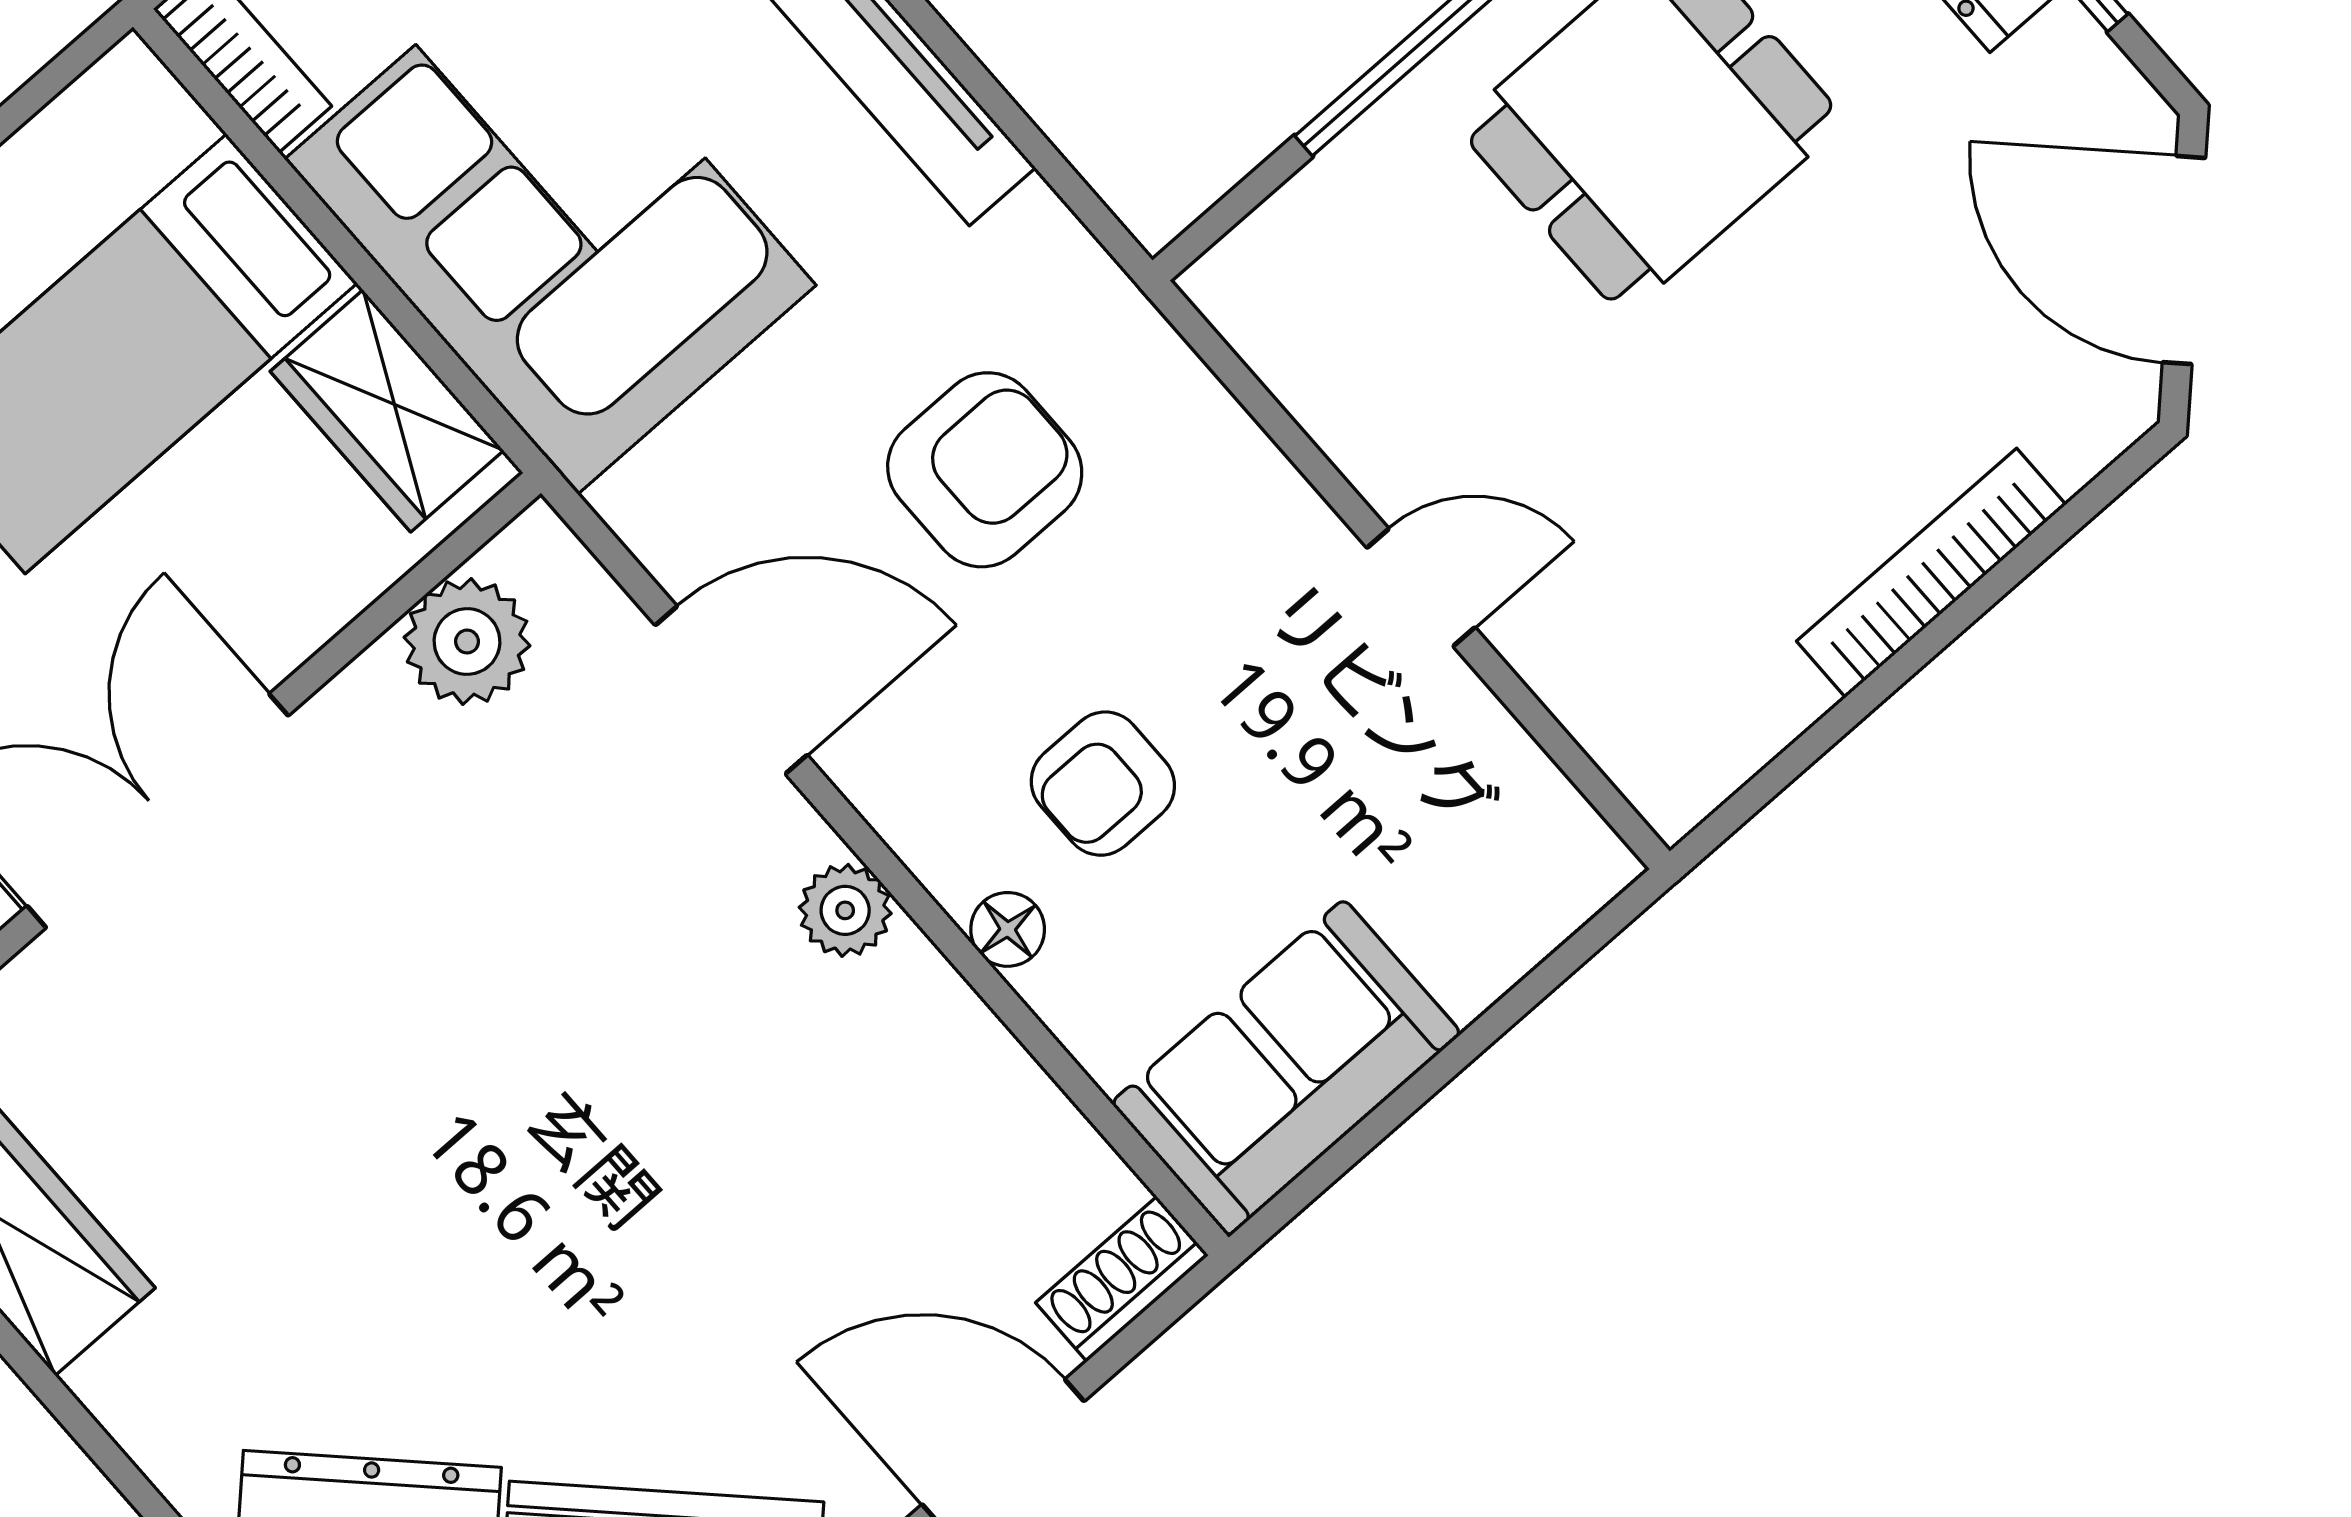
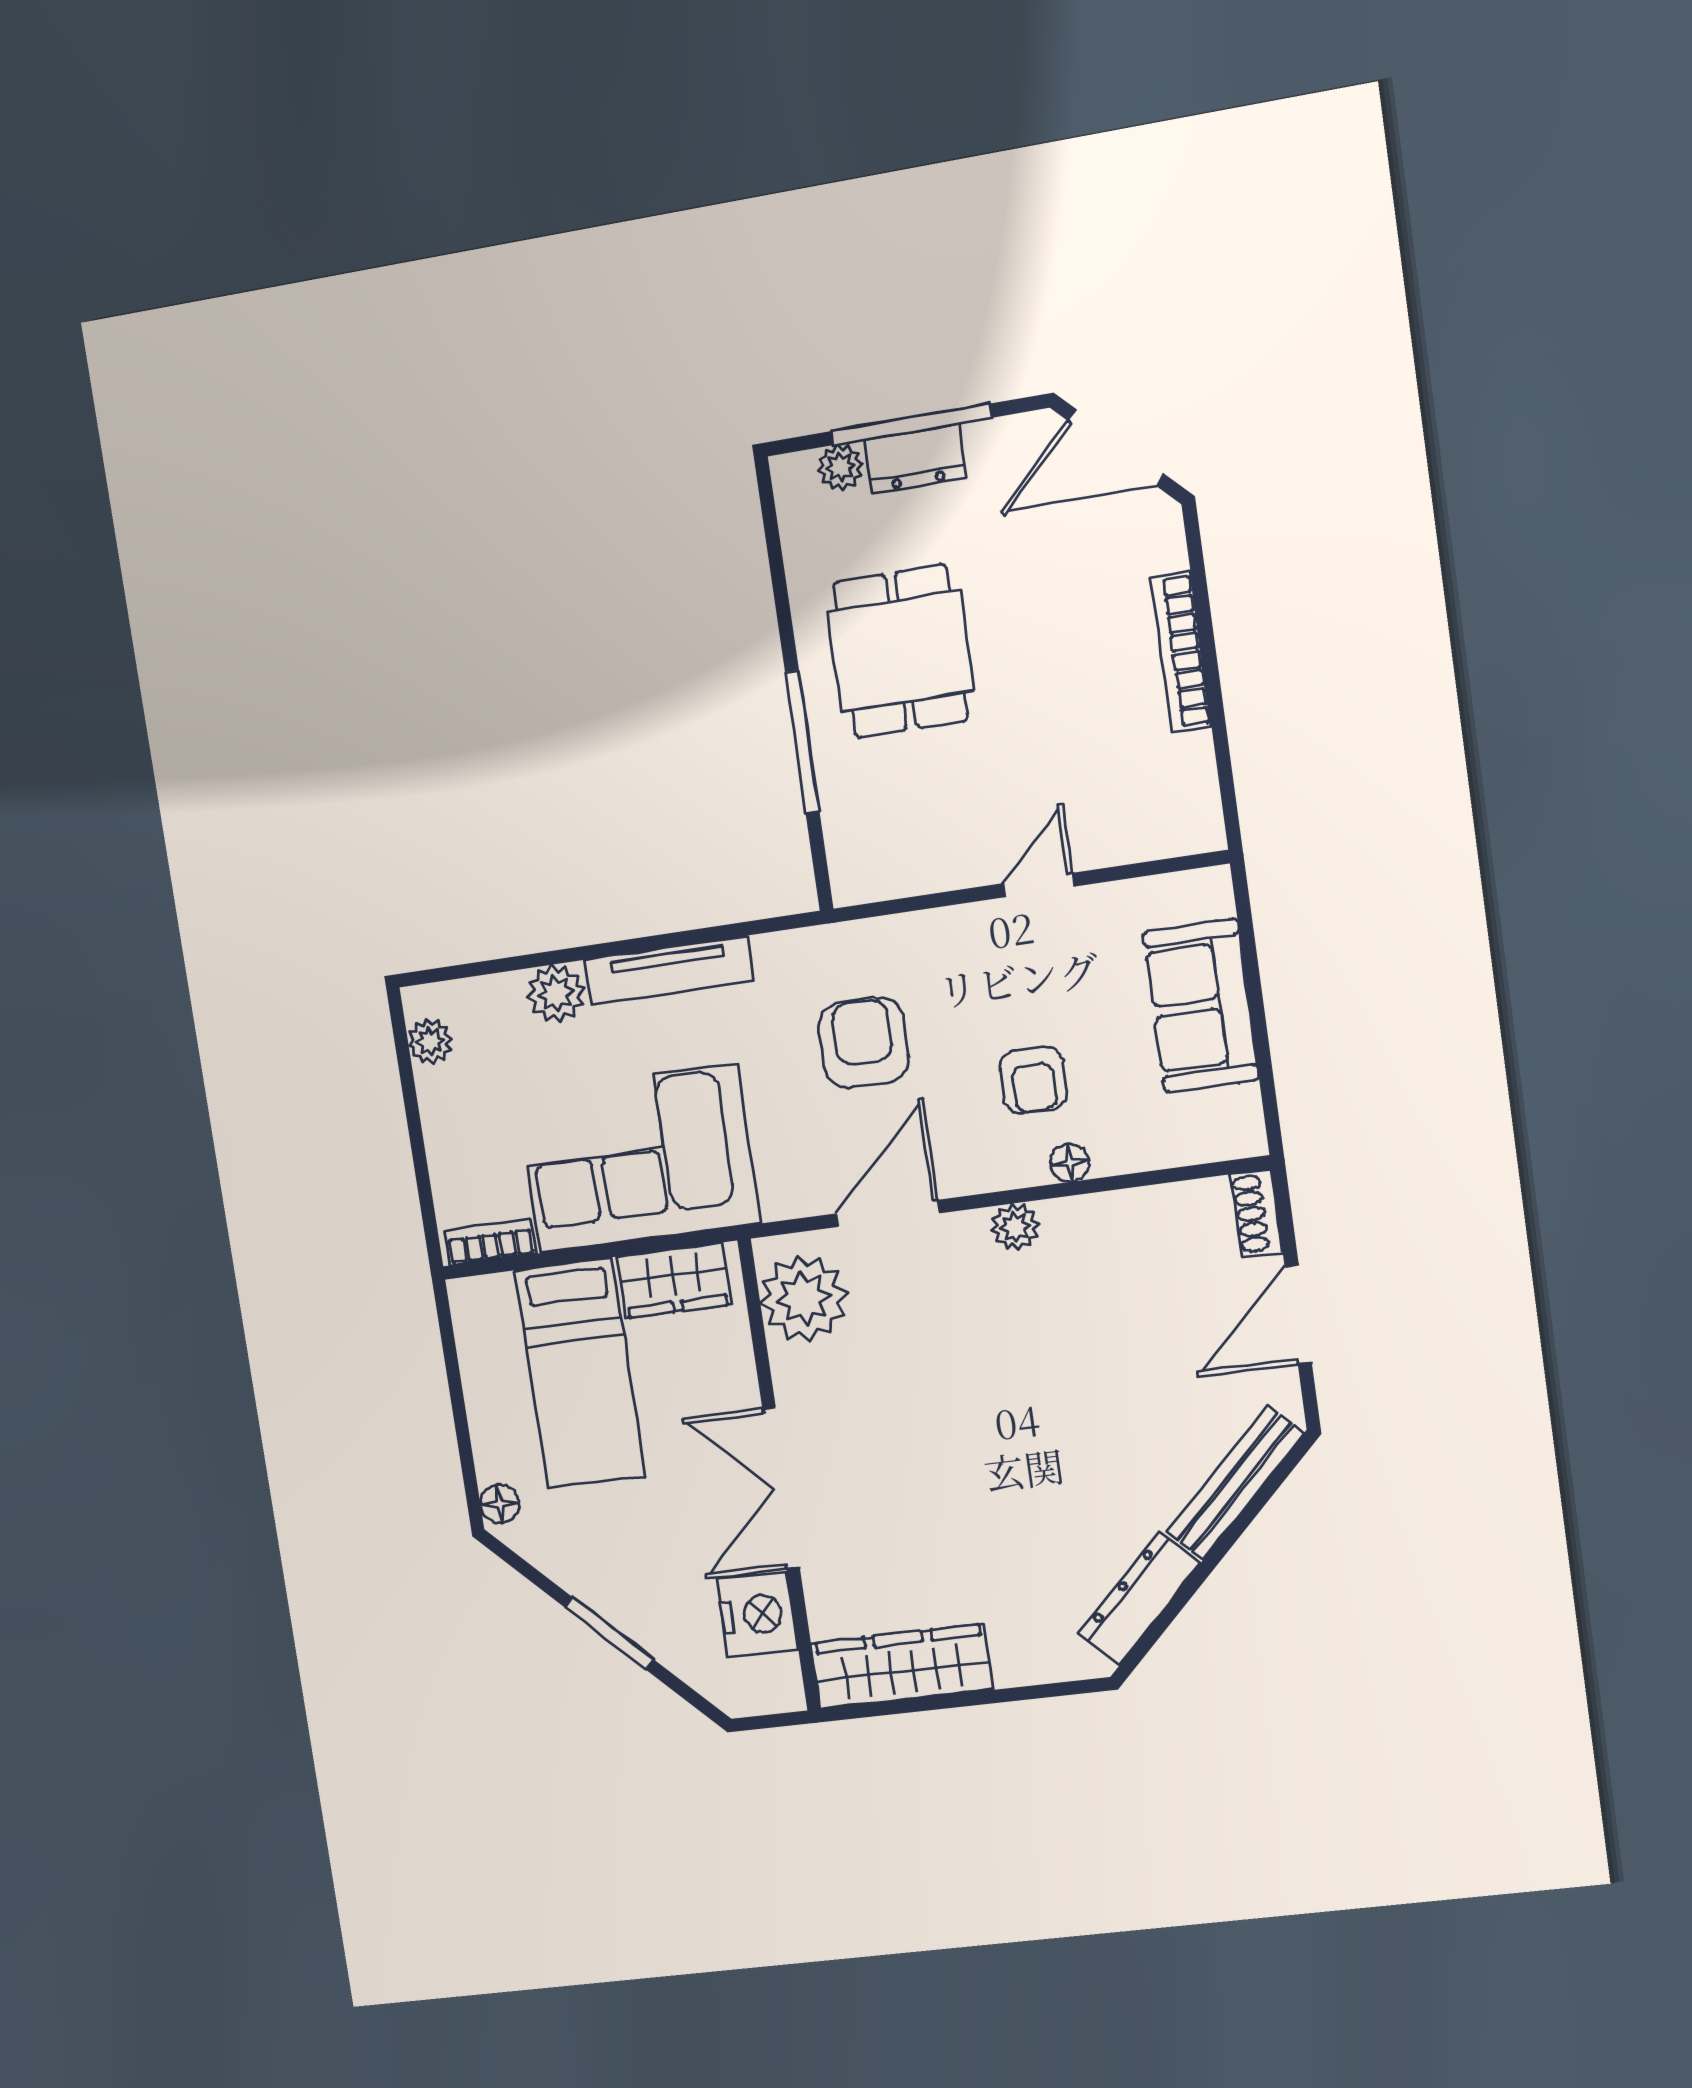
plant: (467, 641) -> (804, 1298), width x1.36, depth x1.36
sofa: (1286, 1068) -> (1201, 1006), moved

